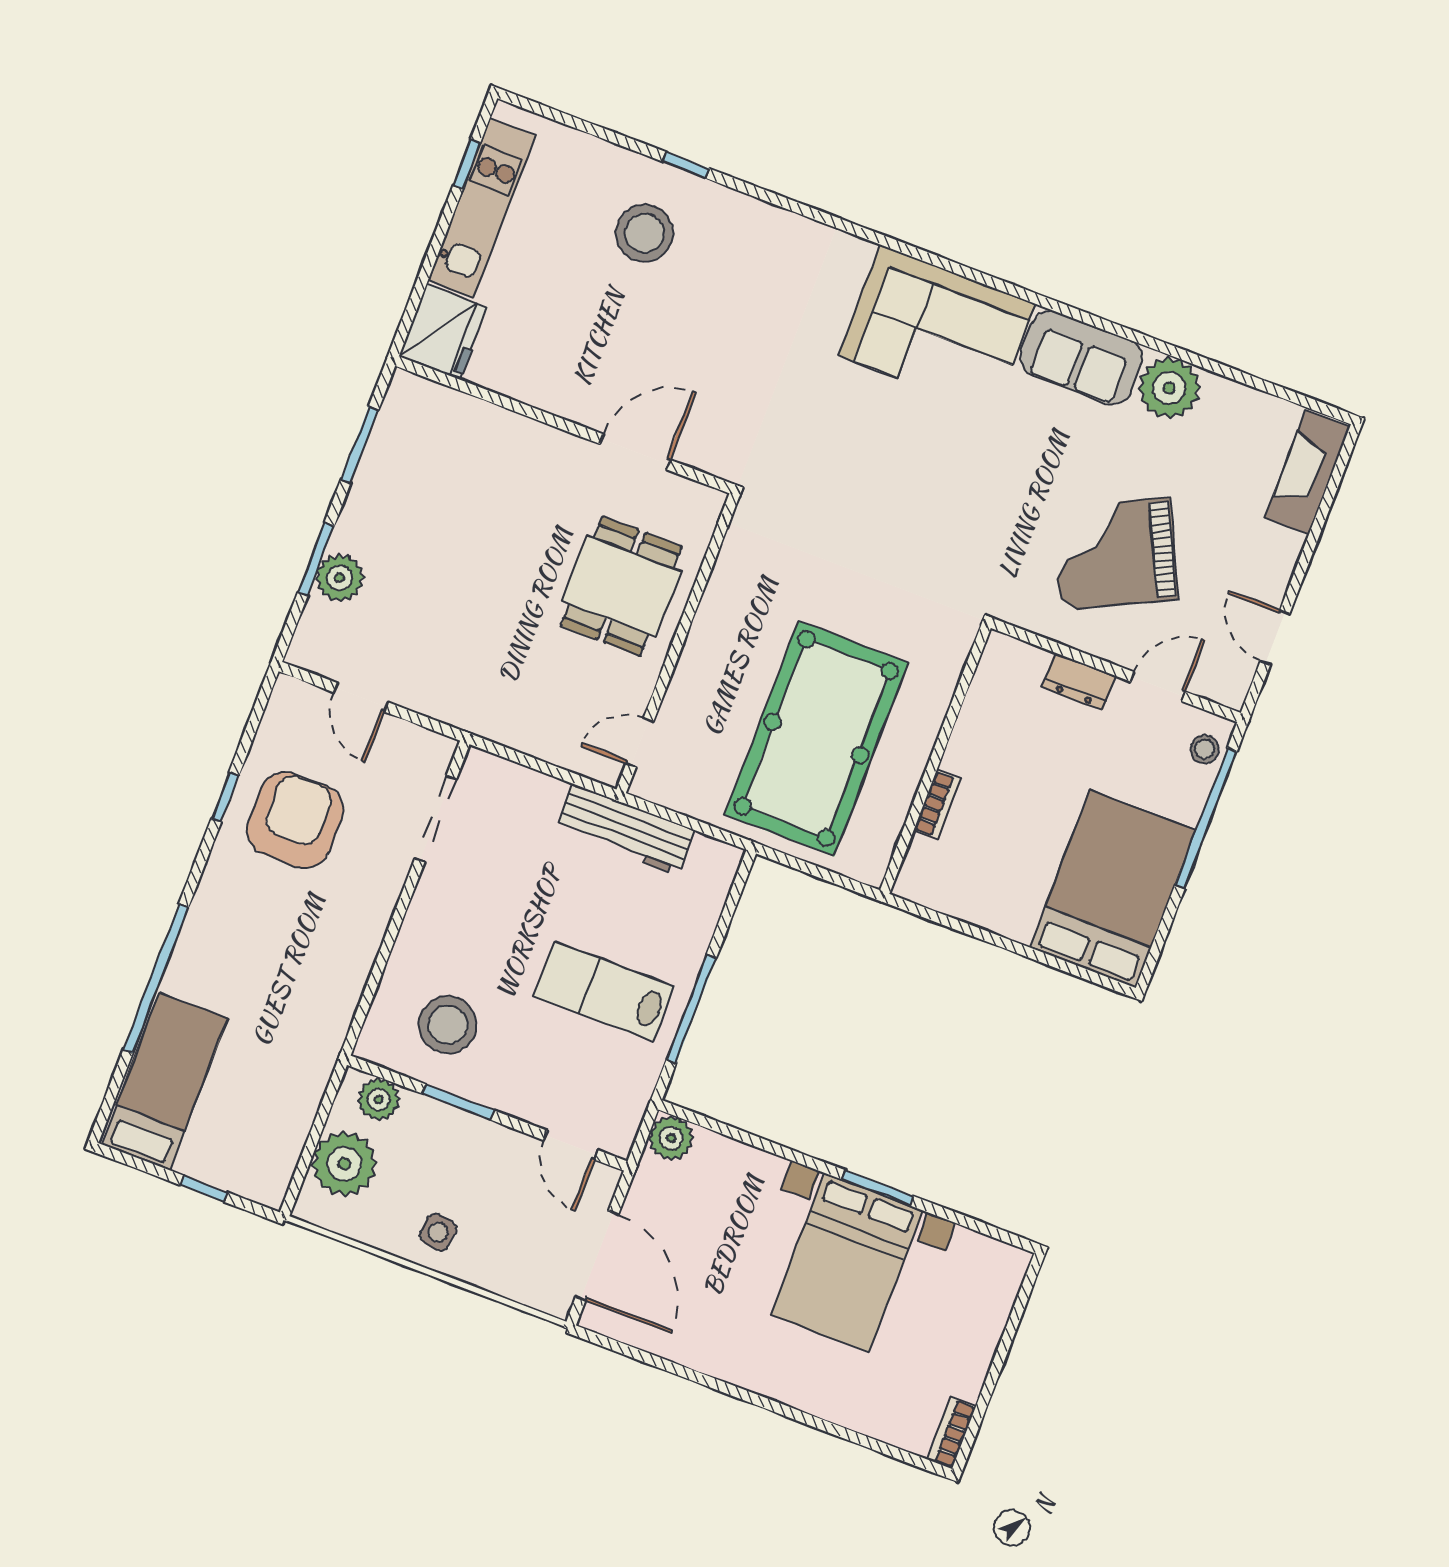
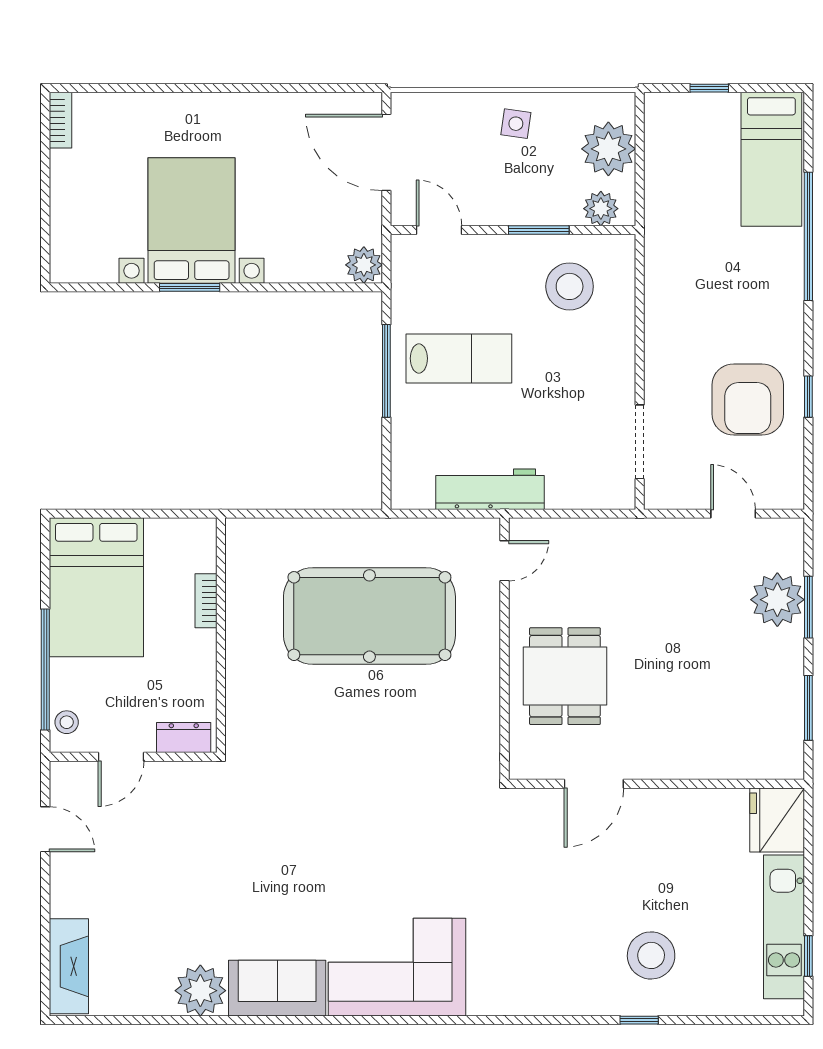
grand piano: (1115, 553) -> (193, 847), removed
plant: (340, 578) -> (777, 600), width x1.36, depth x1.36
pool table: (816, 739) -> (369, 616), turned 90
wall: (935, 759) -> (221, 635), moved
bookcase: (937, 805) -> (206, 601), moved

